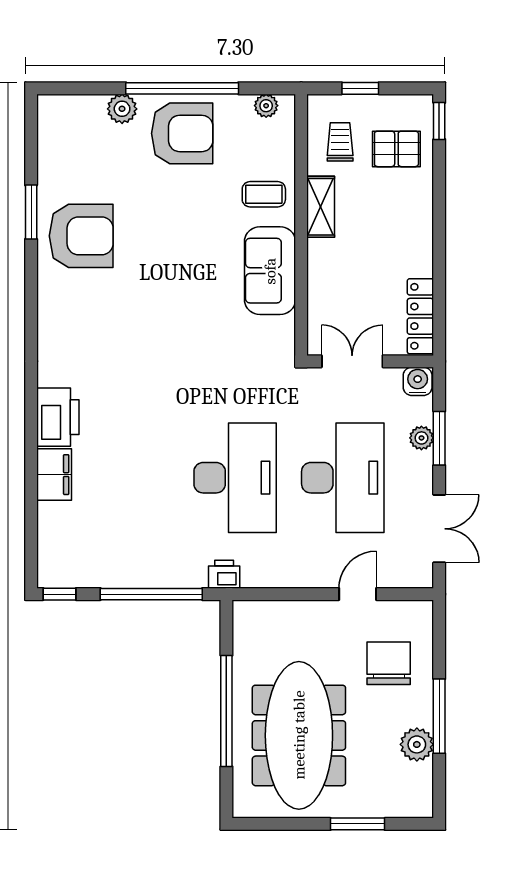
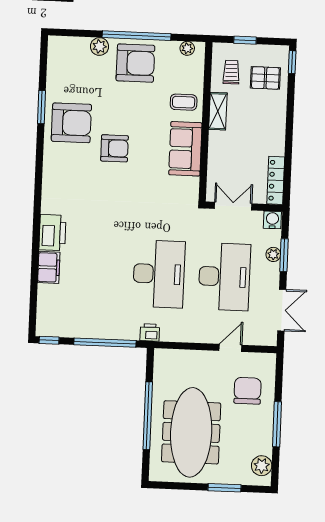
armchair: (154, 275) -> (115, 148), added
plant: (417, 744) -> (262, 466), moved

